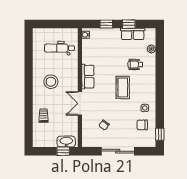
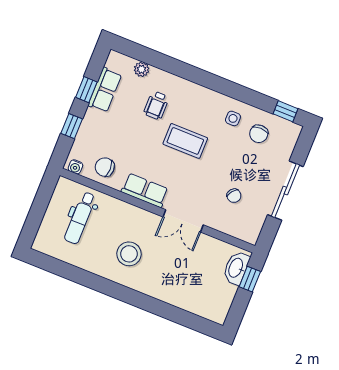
chair: (92, 50) -> (105, 167), added
trolley: (43, 116) -> (179, 288), removed

